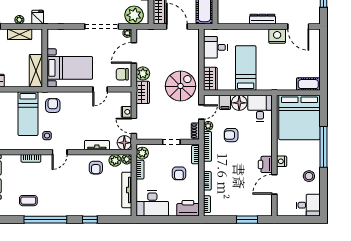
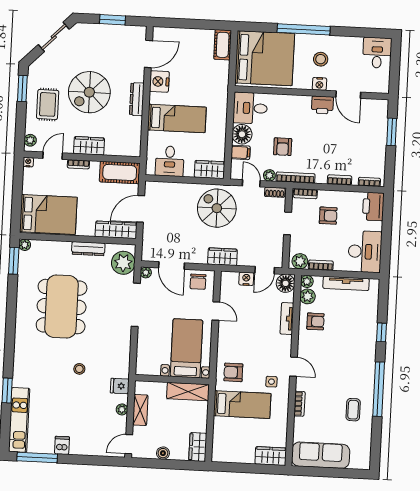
bed: (246, 68) -> (177, 119), moved, turned 180
plant: (143, 74) -> (198, 255), removed
stool: (309, 176) -> (321, 59), moved

